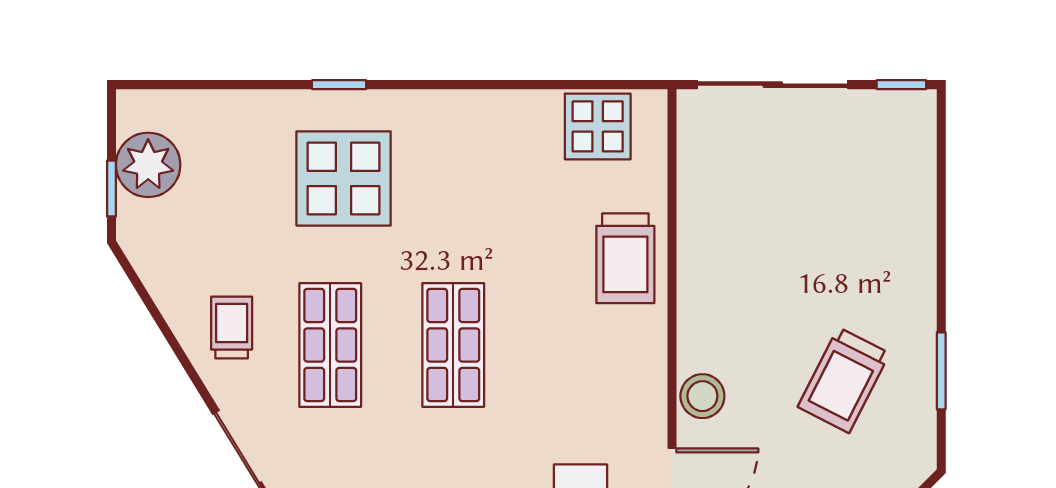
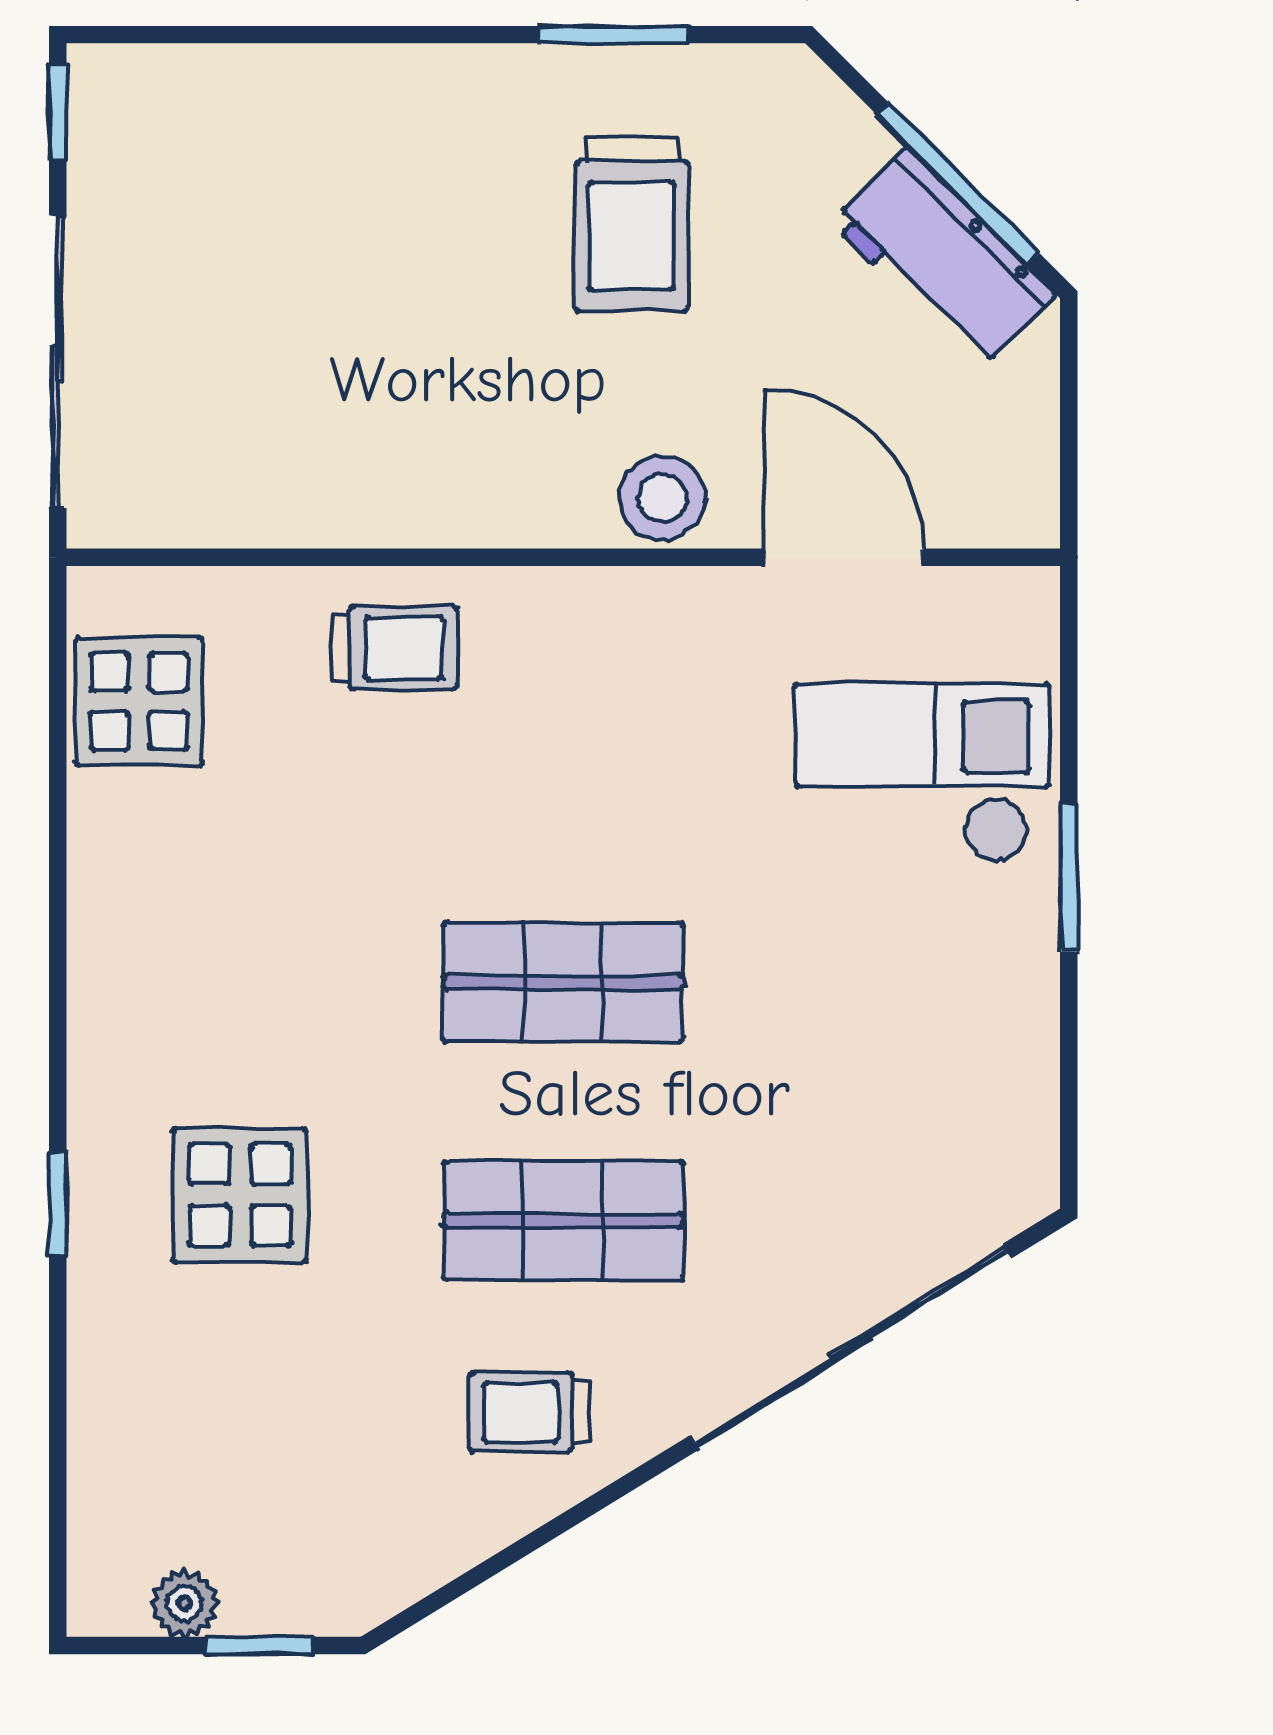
plant: (148, 165) -> (184, 1604), width x0.53, depth x0.53
display table: (344, 178) -> (240, 1195), width x0.73, depth x0.73
trolley: (625, 258) -> (395, 648), width x0.73, depth x0.72
trolley: (844, 380) -> (631, 224), turned 63

